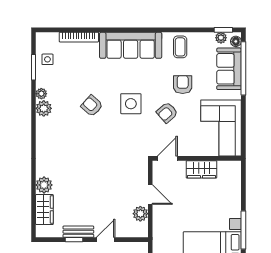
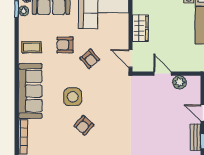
side table: (131, 104) -> (73, 97), moved
door: (150, 195) -> (163, 74), hinge flipped

